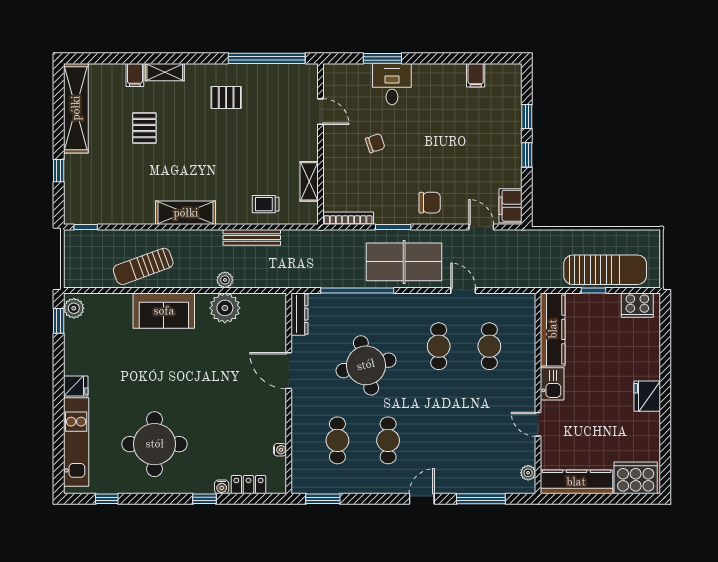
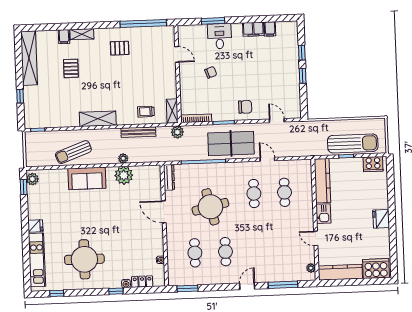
shelving: (309, 181) -> (172, 111), moved
filing cabinet: (510, 206) -> (253, 29), moved, turned -90
plant: (316, 240) -> (177, 132), added

